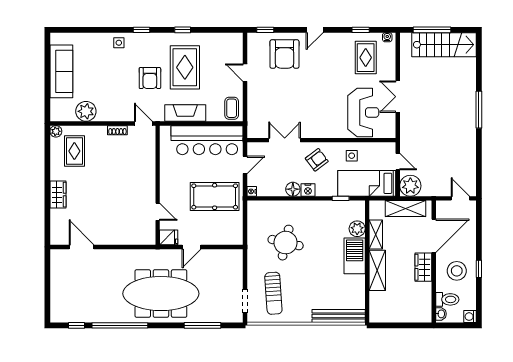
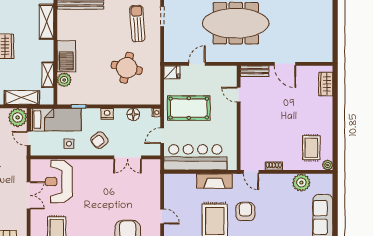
coffee table: (232, 108) -> (174, 185), removed
floor lamp: (293, 189) -> (133, 114), moved
wardrobe: (58, 195) -> (326, 84), moved
fridge: (169, 237) -> (172, 72), moved, turned 180
bench: (139, 239) -> (255, 71), added
door: (82, 247) -> (285, 64), moved
door: (192, 247) -> (197, 64), moved
shelving: (377, 270) -> (46, 22), moved

